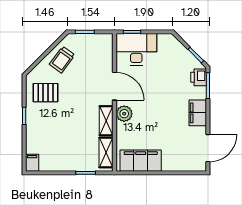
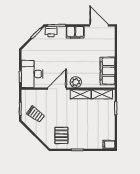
trolley: (62, 60) -> (36, 114), moved

